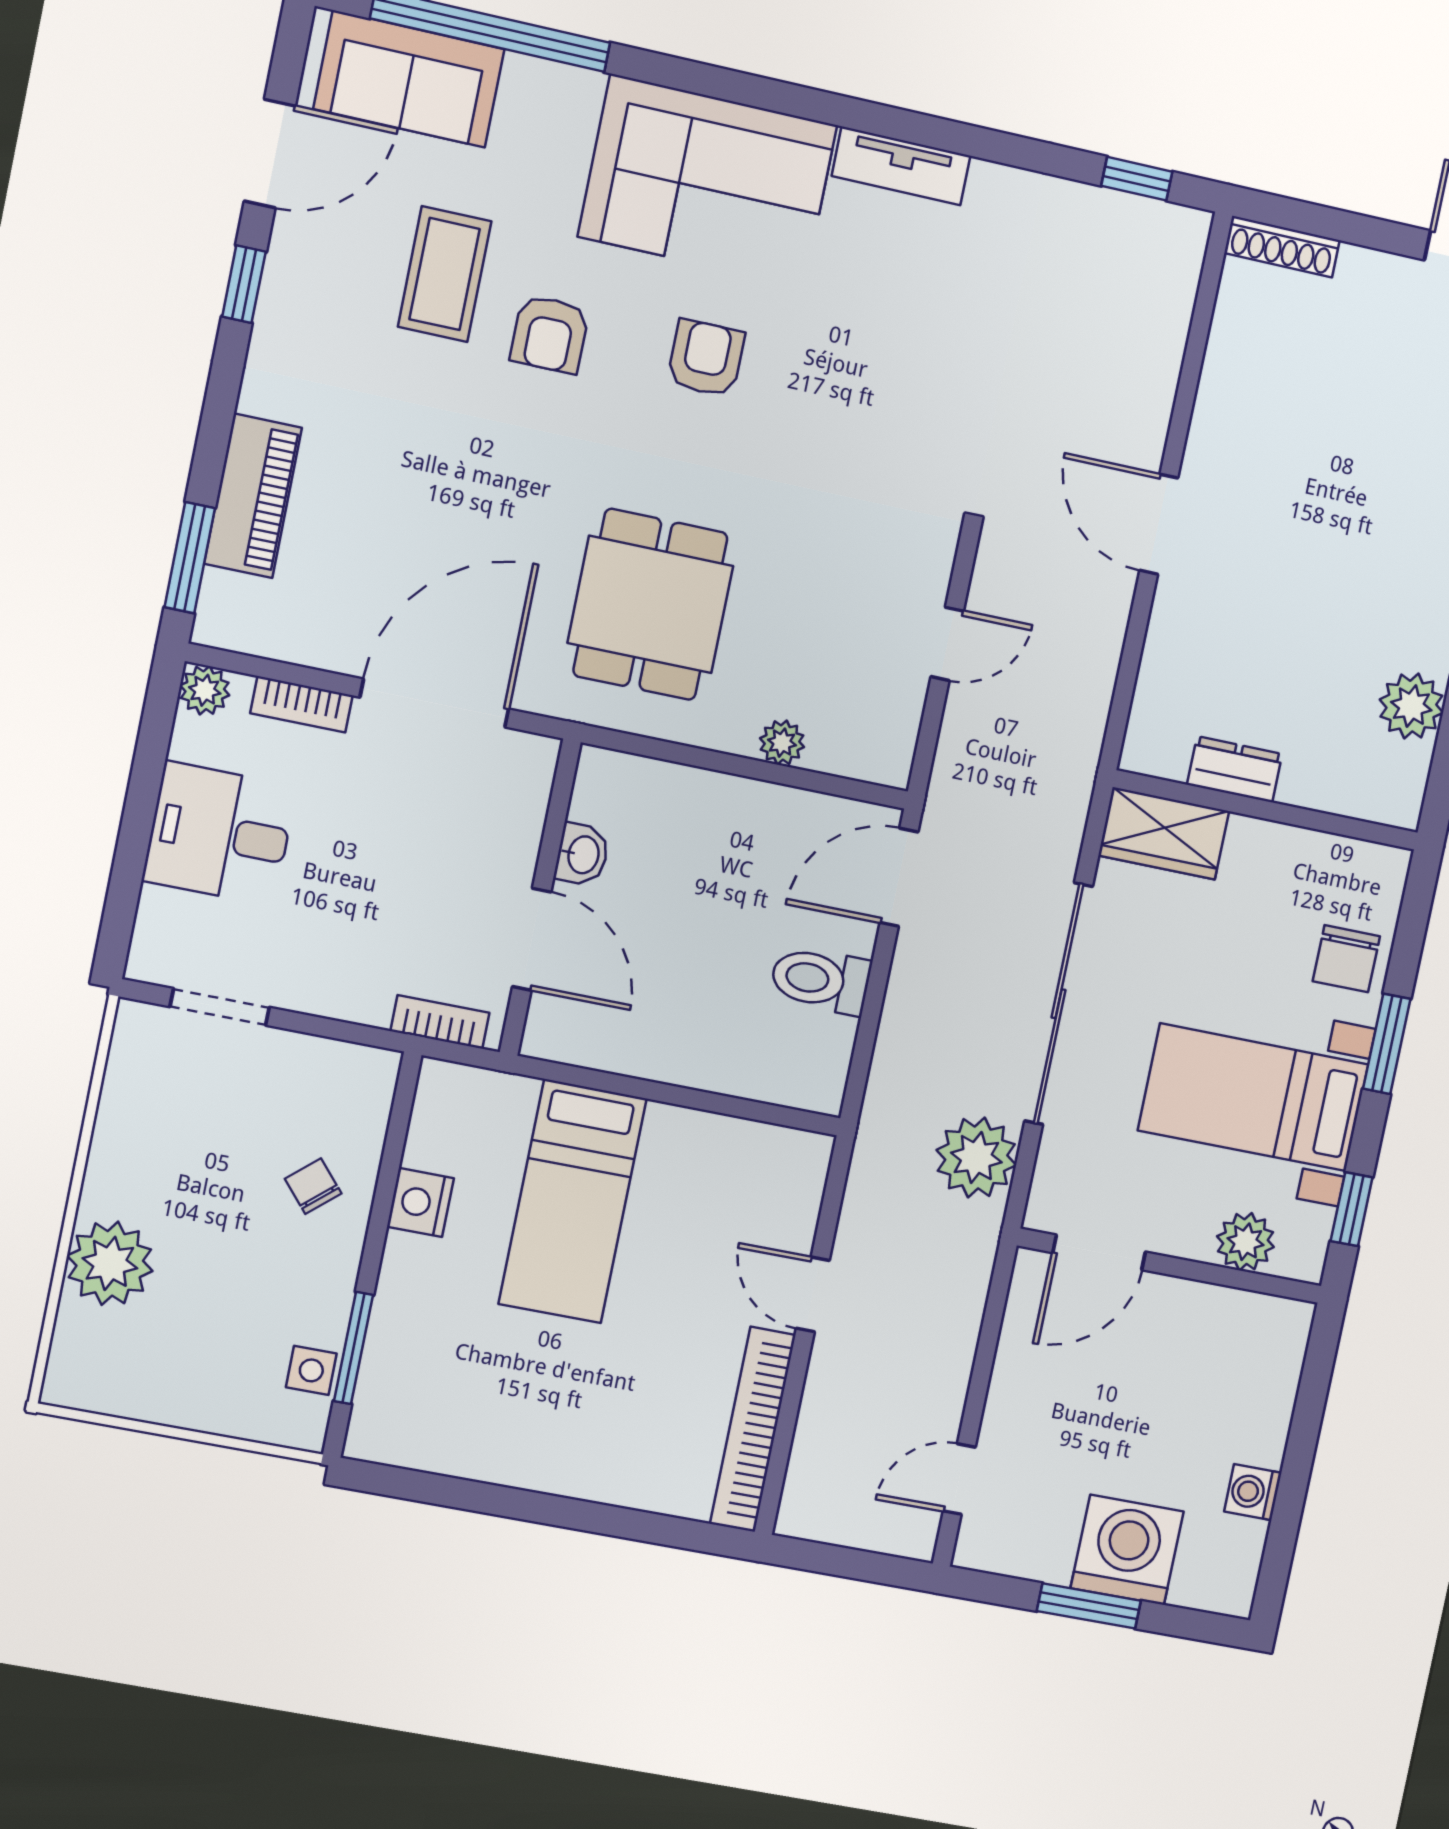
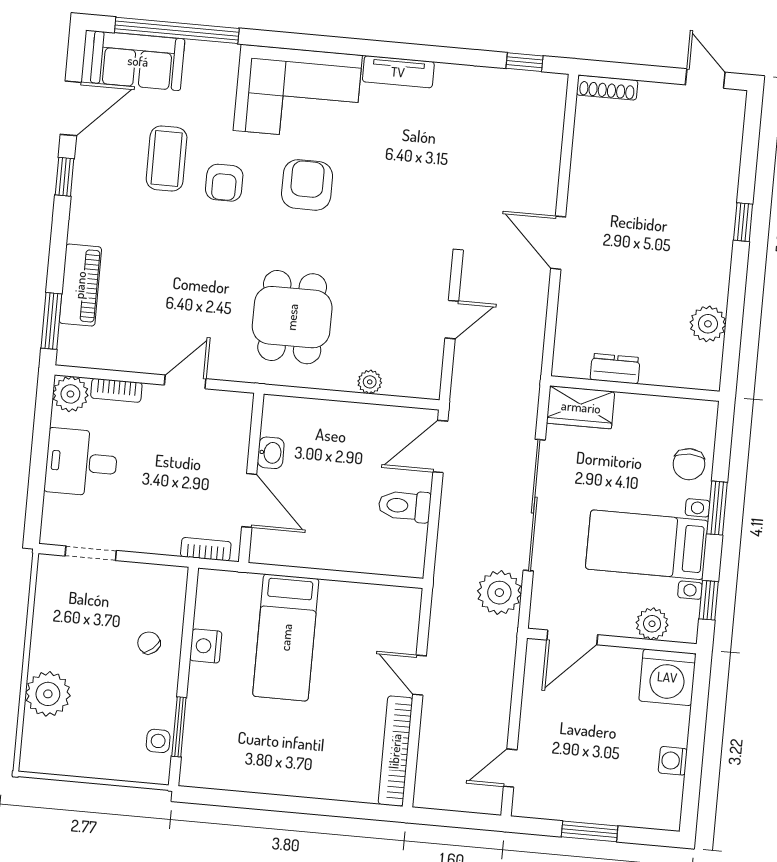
armchair: (706, 358) -> (307, 185), width x1.38, depth x1.38
plant: (205, 690) -> (70, 394), width x1.38, depth x1.38
door: (435, 703) -> (185, 382), width x0.53
washing machine: (1127, 1550) -> (667, 677), moved, turned 180

